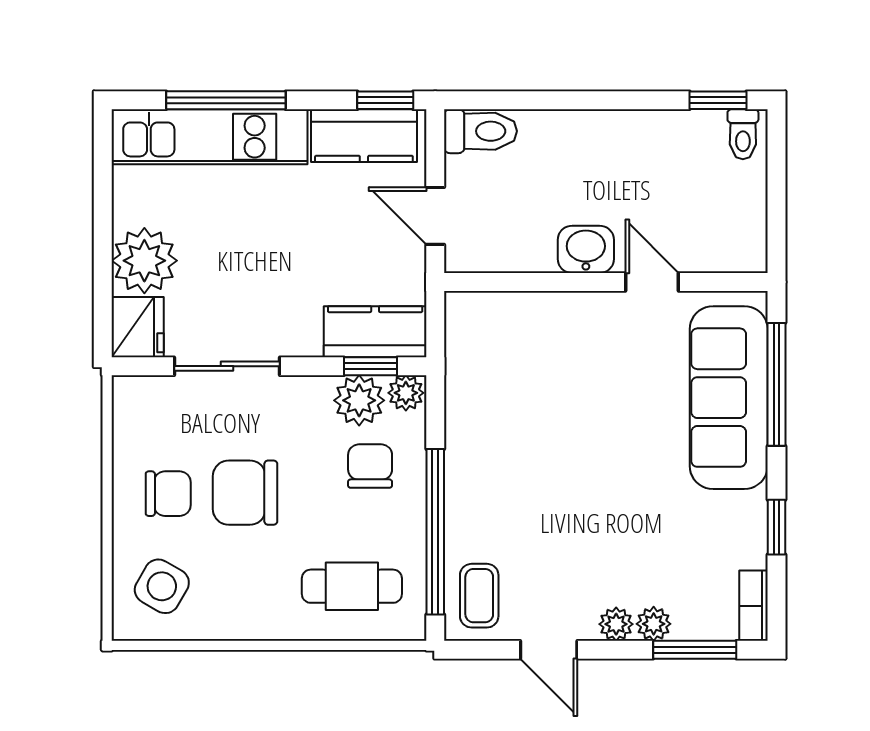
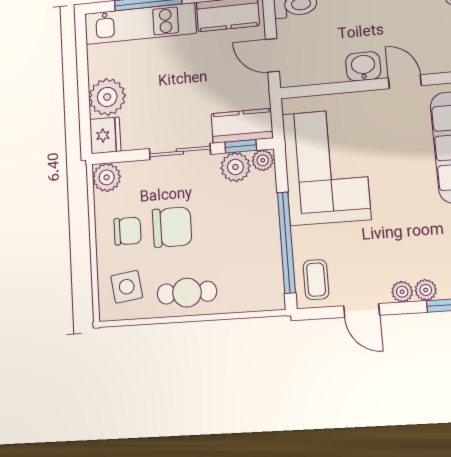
sliding door: (227, 366) -> (180, 151), moved
plant: (136, 400) -> (107, 177), added
corner sofa: (511, 412) -> (326, 166), added
chair: (370, 466) -> (245, 206), removed
chair: (245, 493) -> (172, 227), turned 180
side table: (162, 586) -> (127, 287), turned -38
cafe table: (352, 586) -> (187, 293), moved

